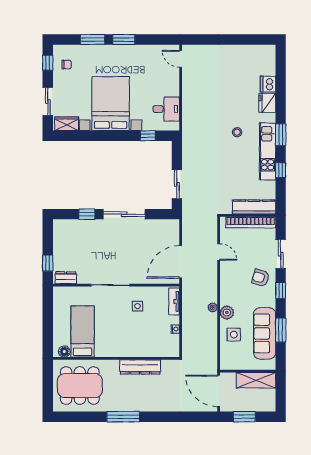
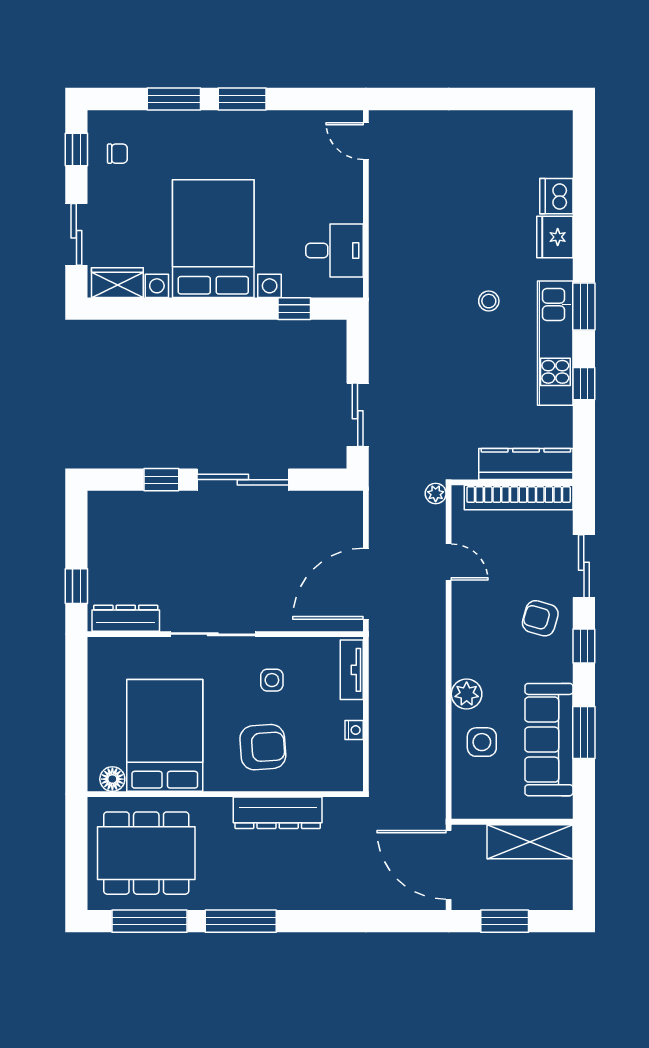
dresser: (66, 278) -> (126, 618), width x1.44
plant: (213, 307) -> (436, 494), moved
bed: (83, 331) -> (165, 735), width x1.50
armchair: (133, 337) -> (263, 747), added
window: (81, 417) -> (149, 921), added

